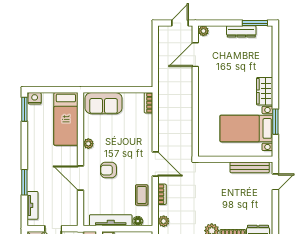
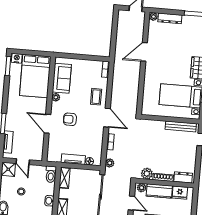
dresser: (241, 31) -> (170, 18), moved
door: (195, 55) -> (144, 52), moved
sofa: (104, 103) -> (62, 78), moved, turned -90
bed: (66, 119) -> (35, 76), width x1.50
coffee table: (142, 195) -> (96, 97), moved
tv unit: (111, 220) -> (73, 159), width x0.71

